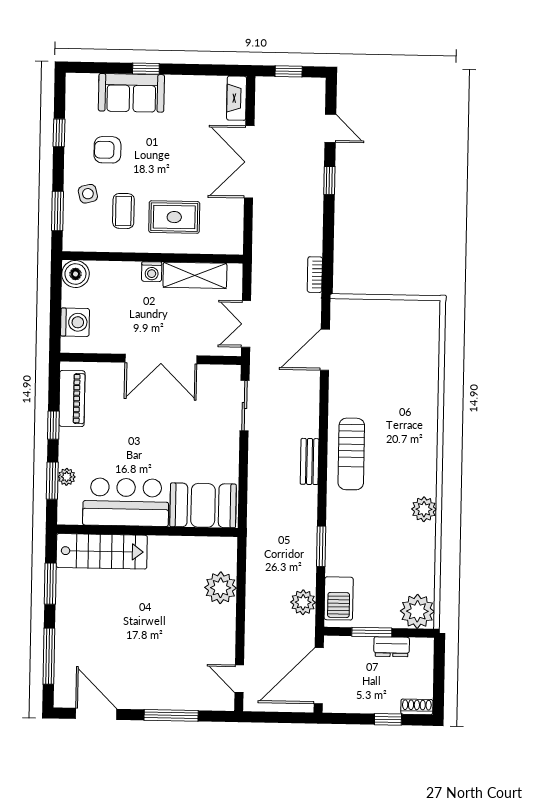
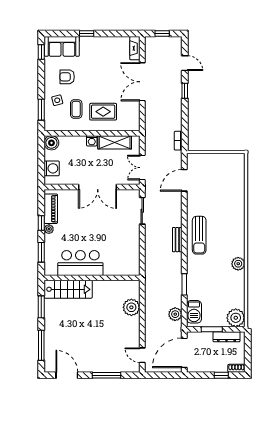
sofa: (131, 93) -> (62, 46), moved
window: (59, 133) -> (41, 52), moved
plant: (67, 477) -> (49, 229), moved
booth: (203, 505) -> (121, 264), removed
dresser: (392, 647) -> (227, 337), width x1.44

